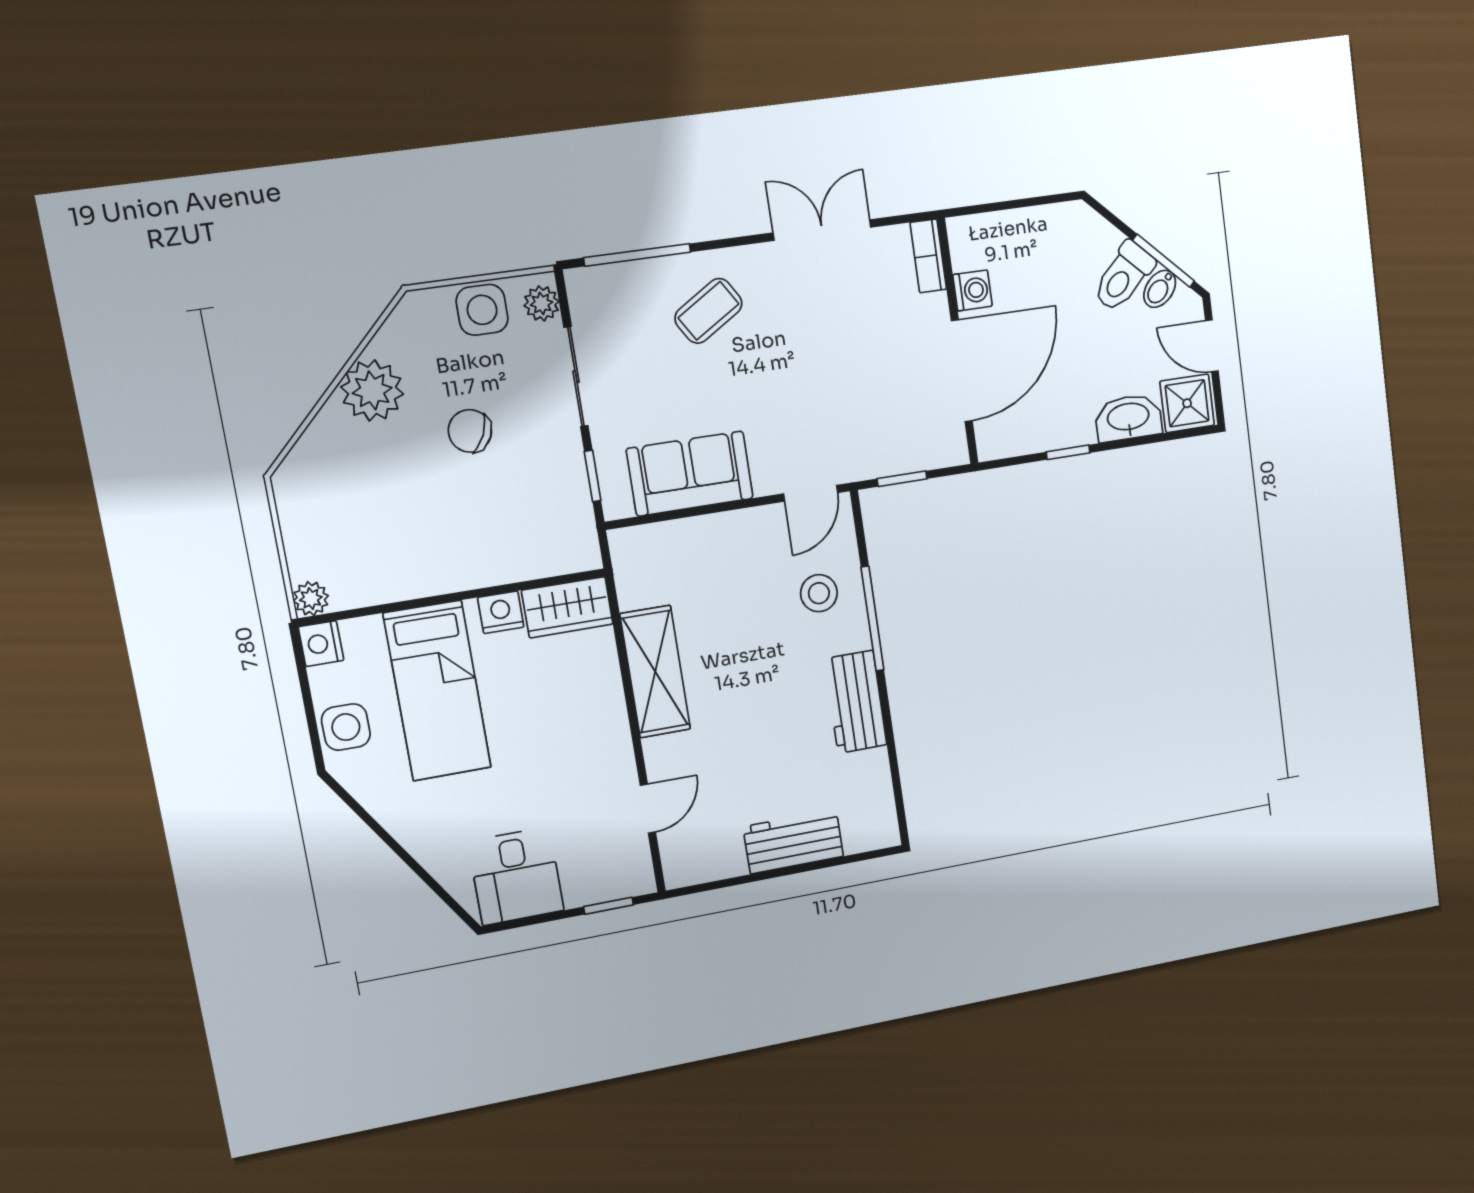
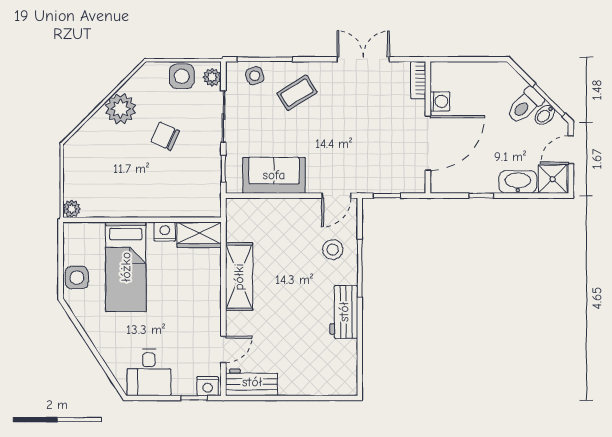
side table: (623, 289) -> (255, 76), added
door: (1212, 346) -> (571, 150), hinge flipped
nightstand: (321, 644) -> (208, 386), moved, turned -90
workbench: (793, 842) -> (252, 382), moved

